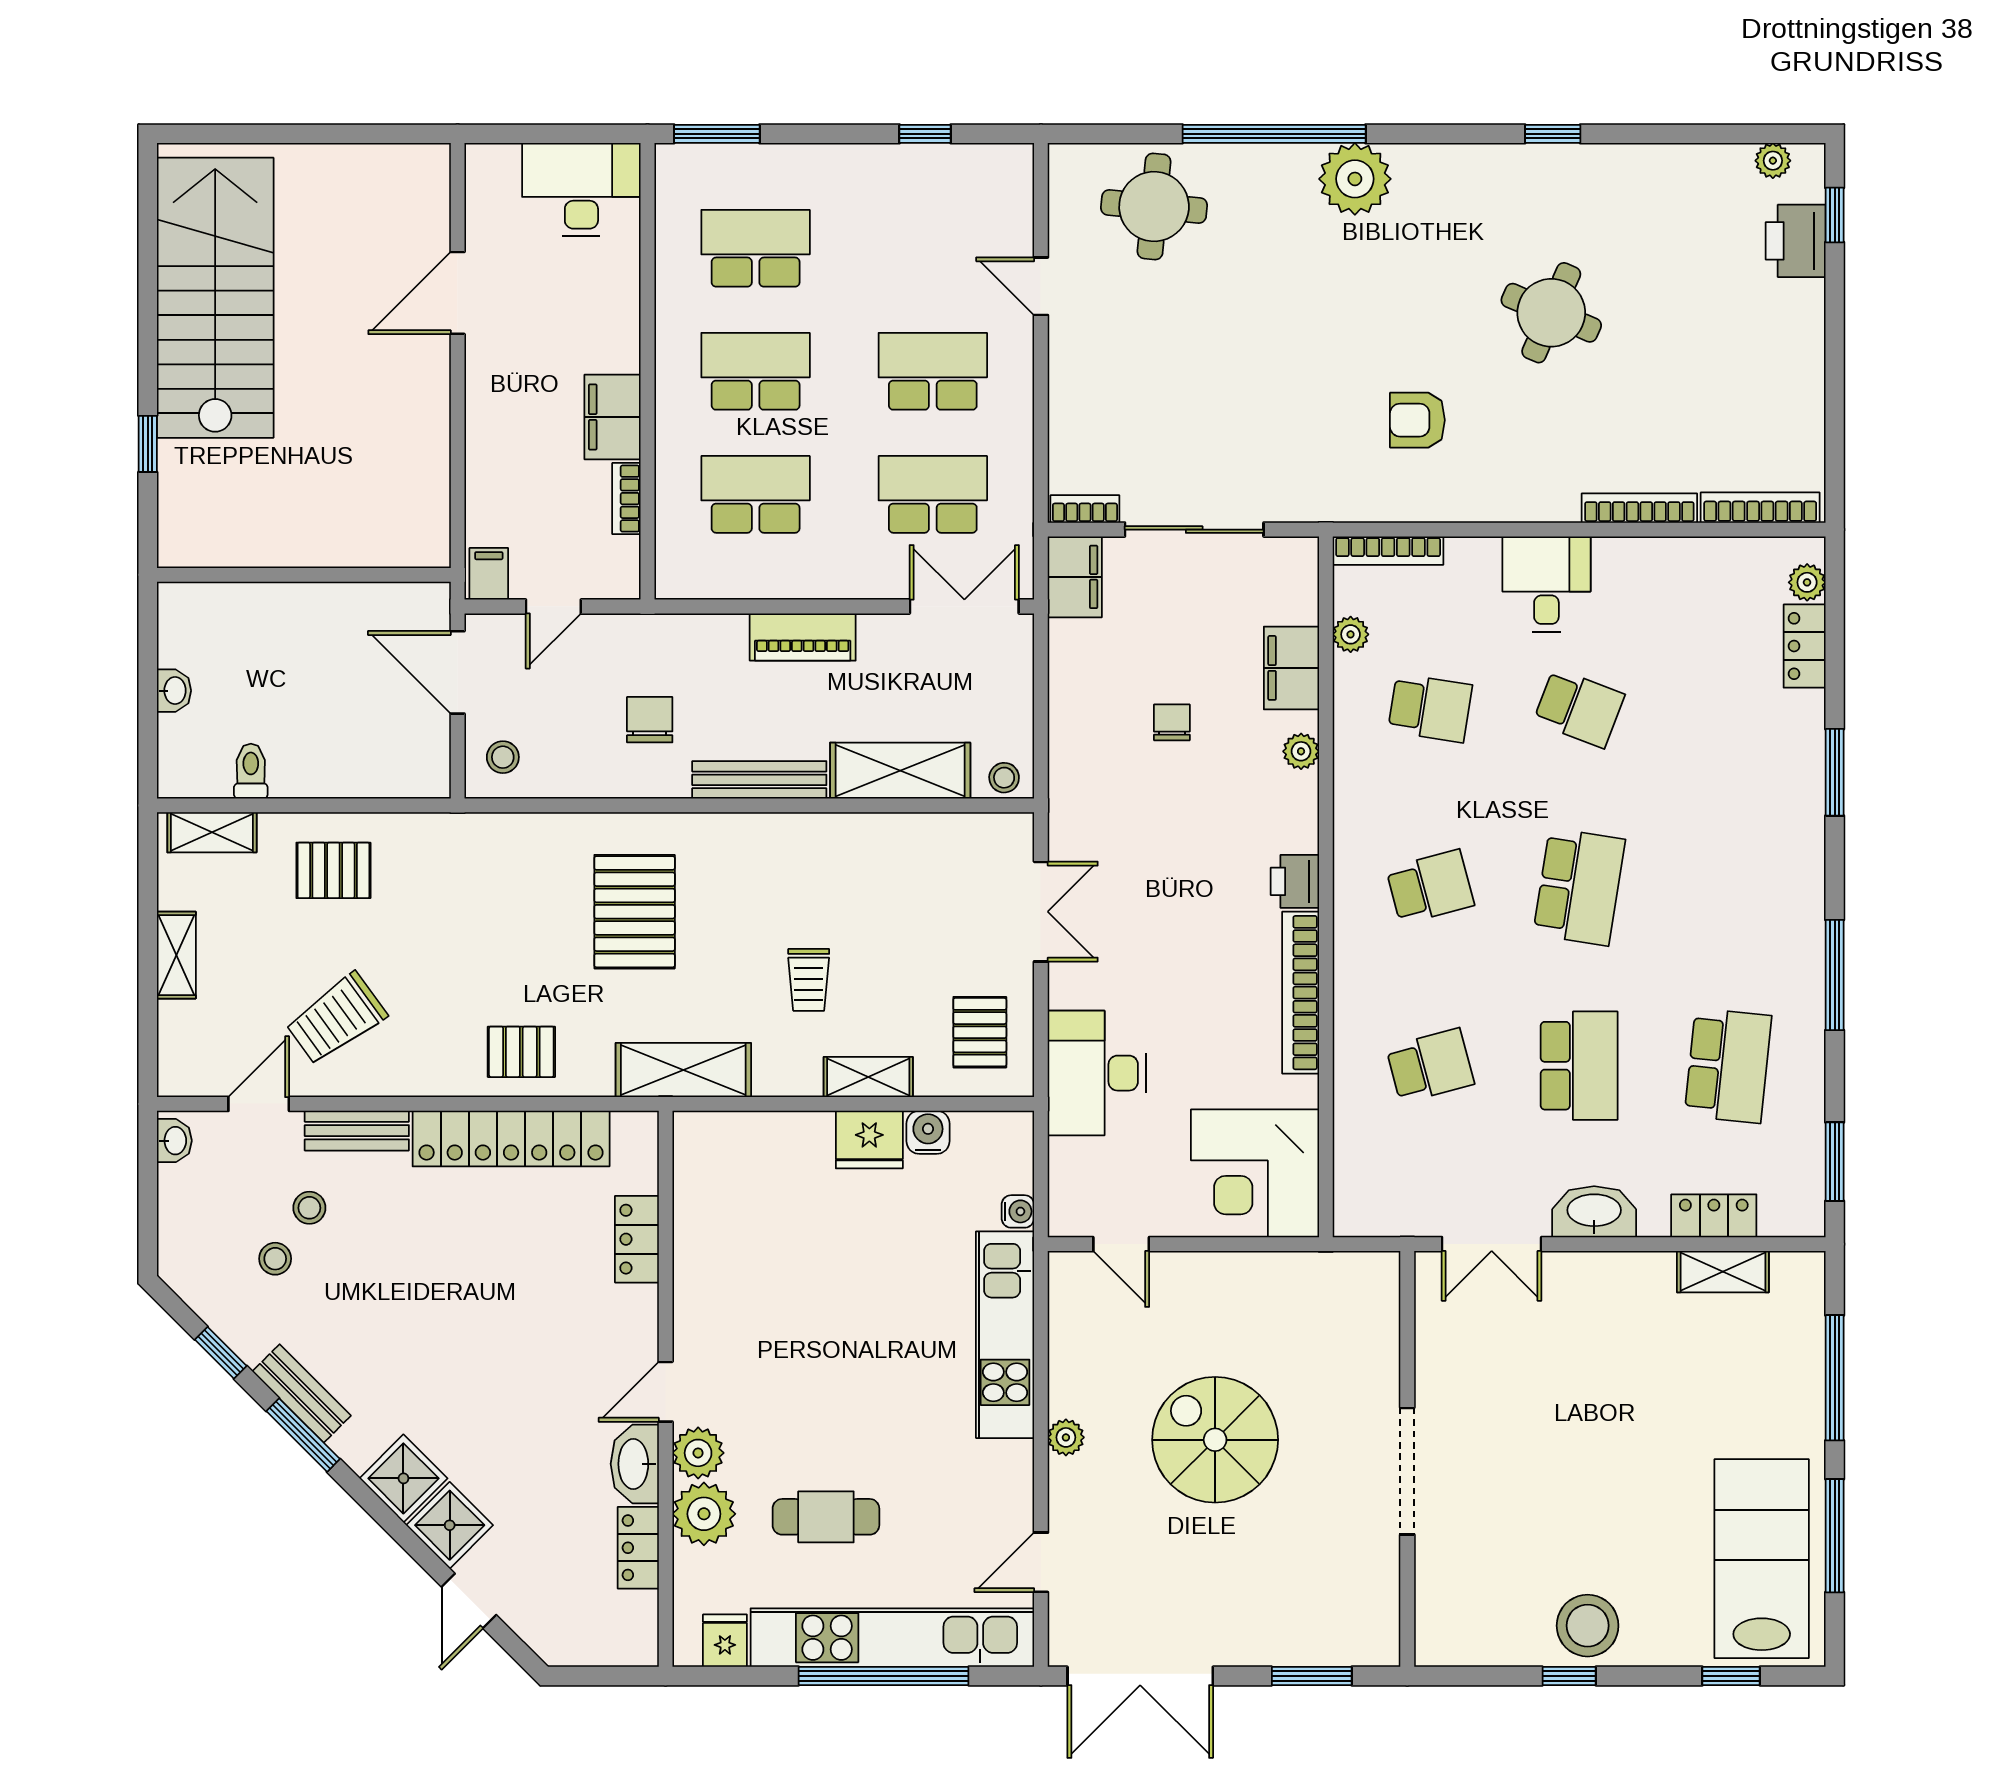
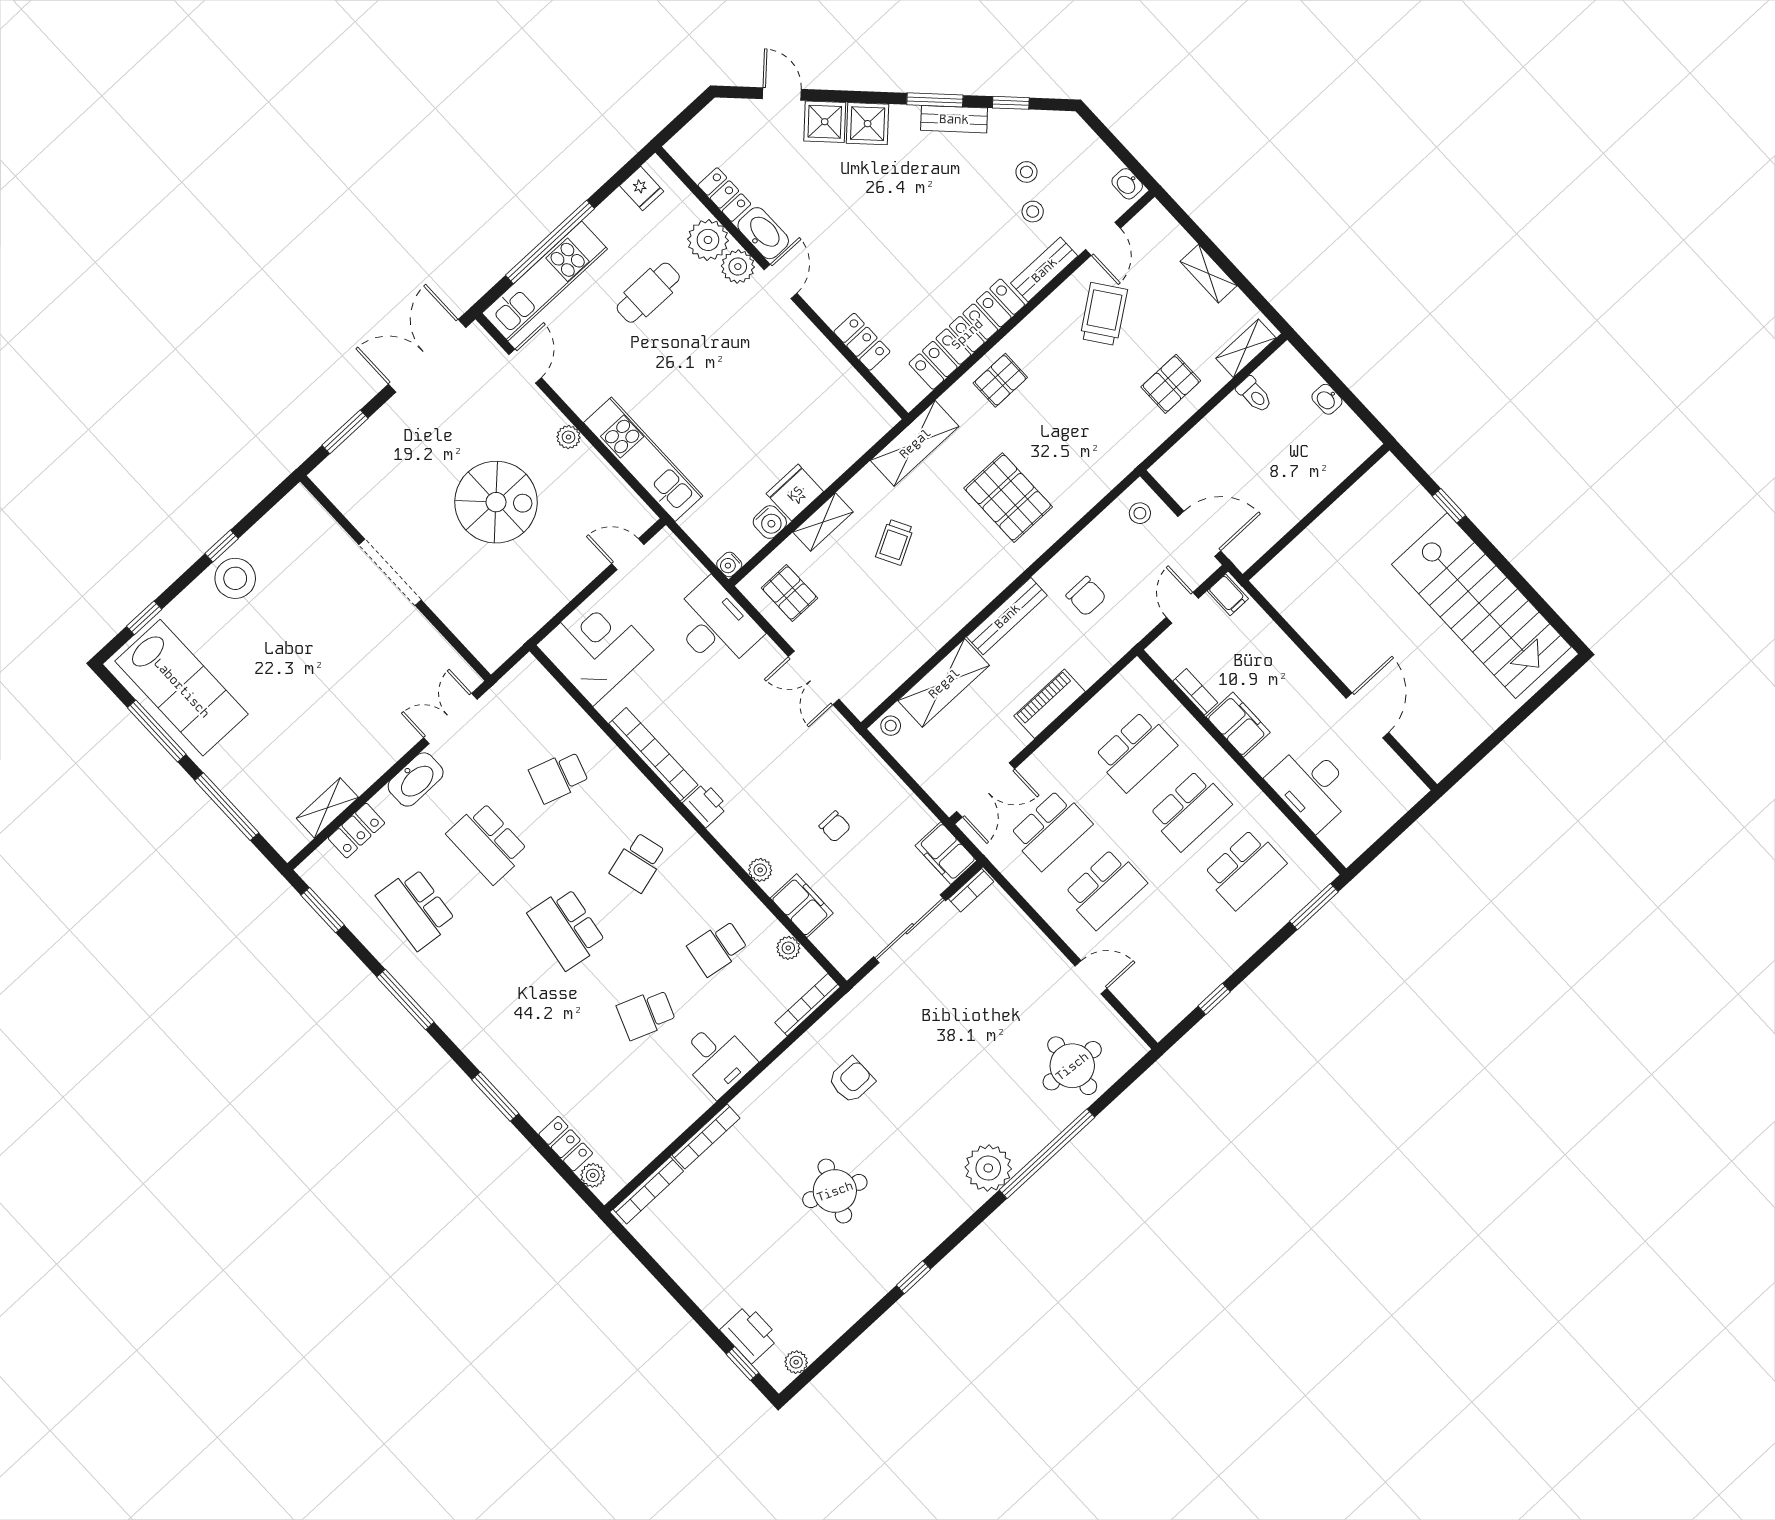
desk: (581, 190) -> (1312, 786), moved, turned 90
trolley: (809, 980) -> (895, 542), turned -118
school desk: (1430, 1066) -> (559, 777), turned 33
water cooler: (1018, 1211) -> (729, 564), moved
kitchen unit: (892, 1638) -> (545, 281), width x0.73

